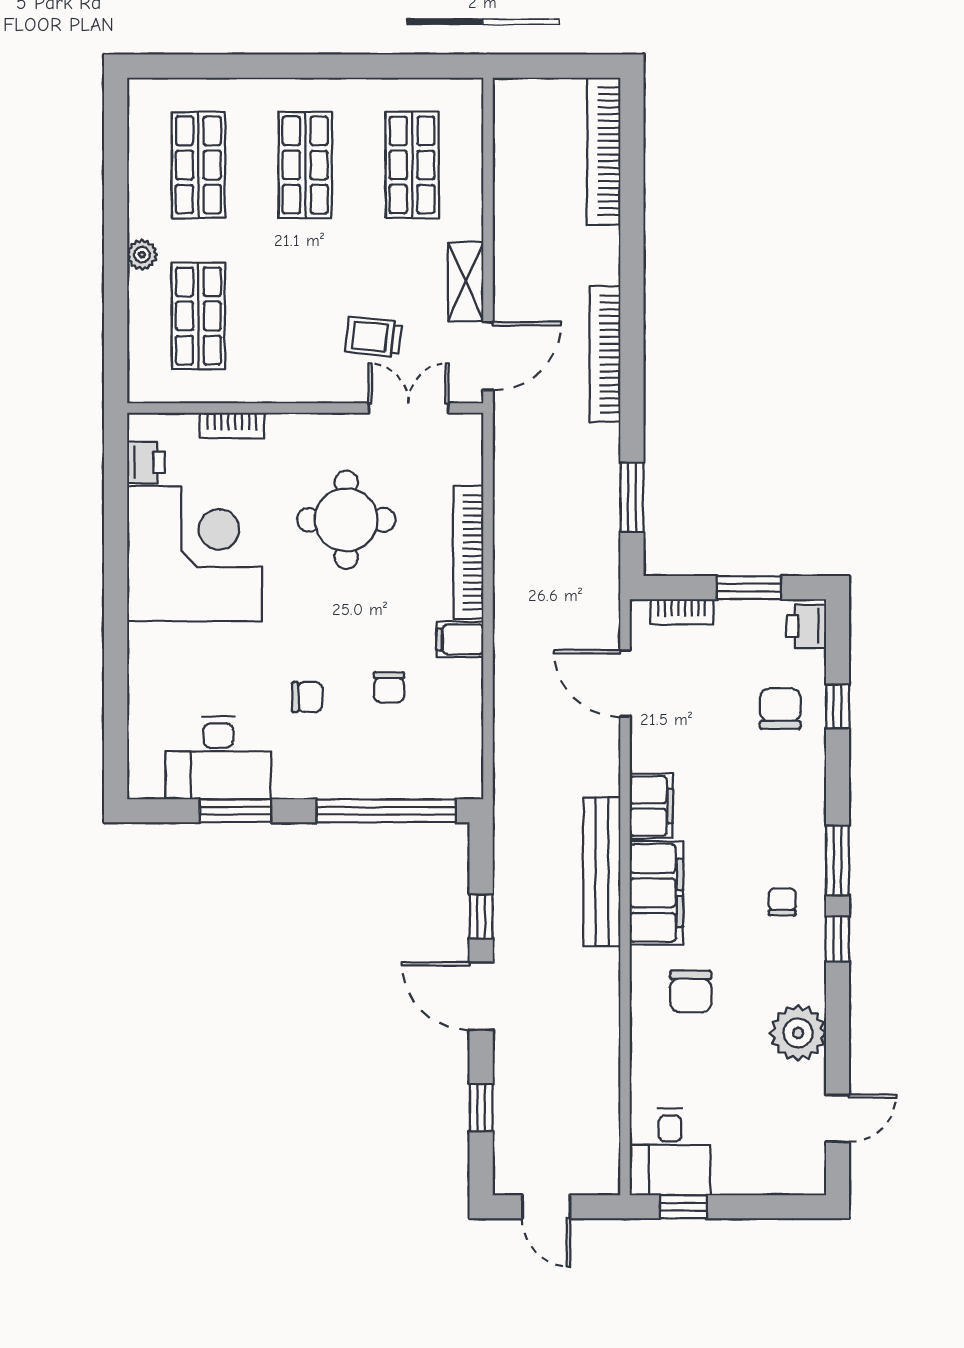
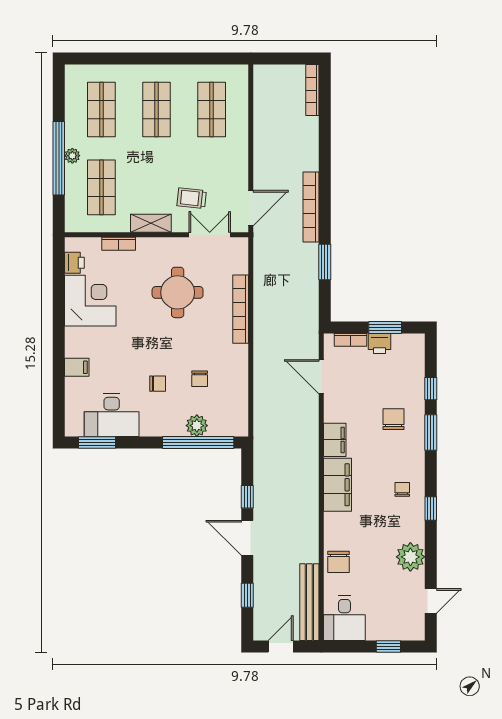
bookcase: (604, 151) -> (312, 90), width x0.68, depth x0.76
window: (116, 259) -> (59, 158), added
shelving: (466, 282) -> (151, 223), moved, turned 90
window: (632, 497) -> (325, 262), moved
corner desk: (195, 554) -> (90, 301), width x0.74, depth x0.74
printer: (806, 626) -> (379, 343), moved, turned -90
filing cabinet: (460, 639) -> (77, 367), moved, turned 180
chair: (780, 709) -> (393, 419), moved
plant: (383, 778) -> (197, 426), added
window: (236, 811) -> (97, 442), moved
window: (837, 861) -> (431, 433), moved
bench: (602, 872) -> (309, 602), moved
chair: (691, 991) -> (338, 562), moved
door: (546, 1207) -> (281, 646), swing flipped
window: (683, 1207) -> (388, 646), moved

